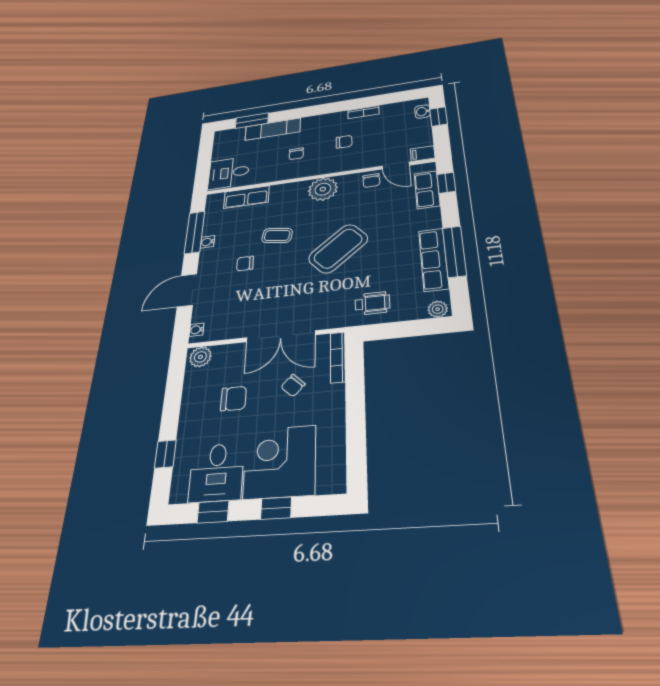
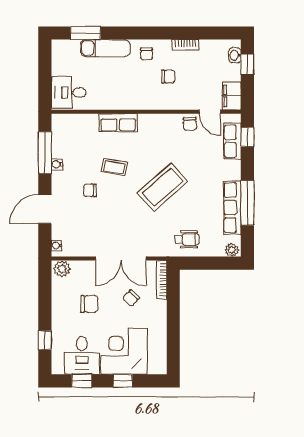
chair: (296, 154) -> (146, 54), moved
filing cabinet: (423, 154) -> (232, 96), width x2.00
plant: (323, 189) -> (150, 126), removed
row of seats: (246, 197) -> (118, 123), moved

